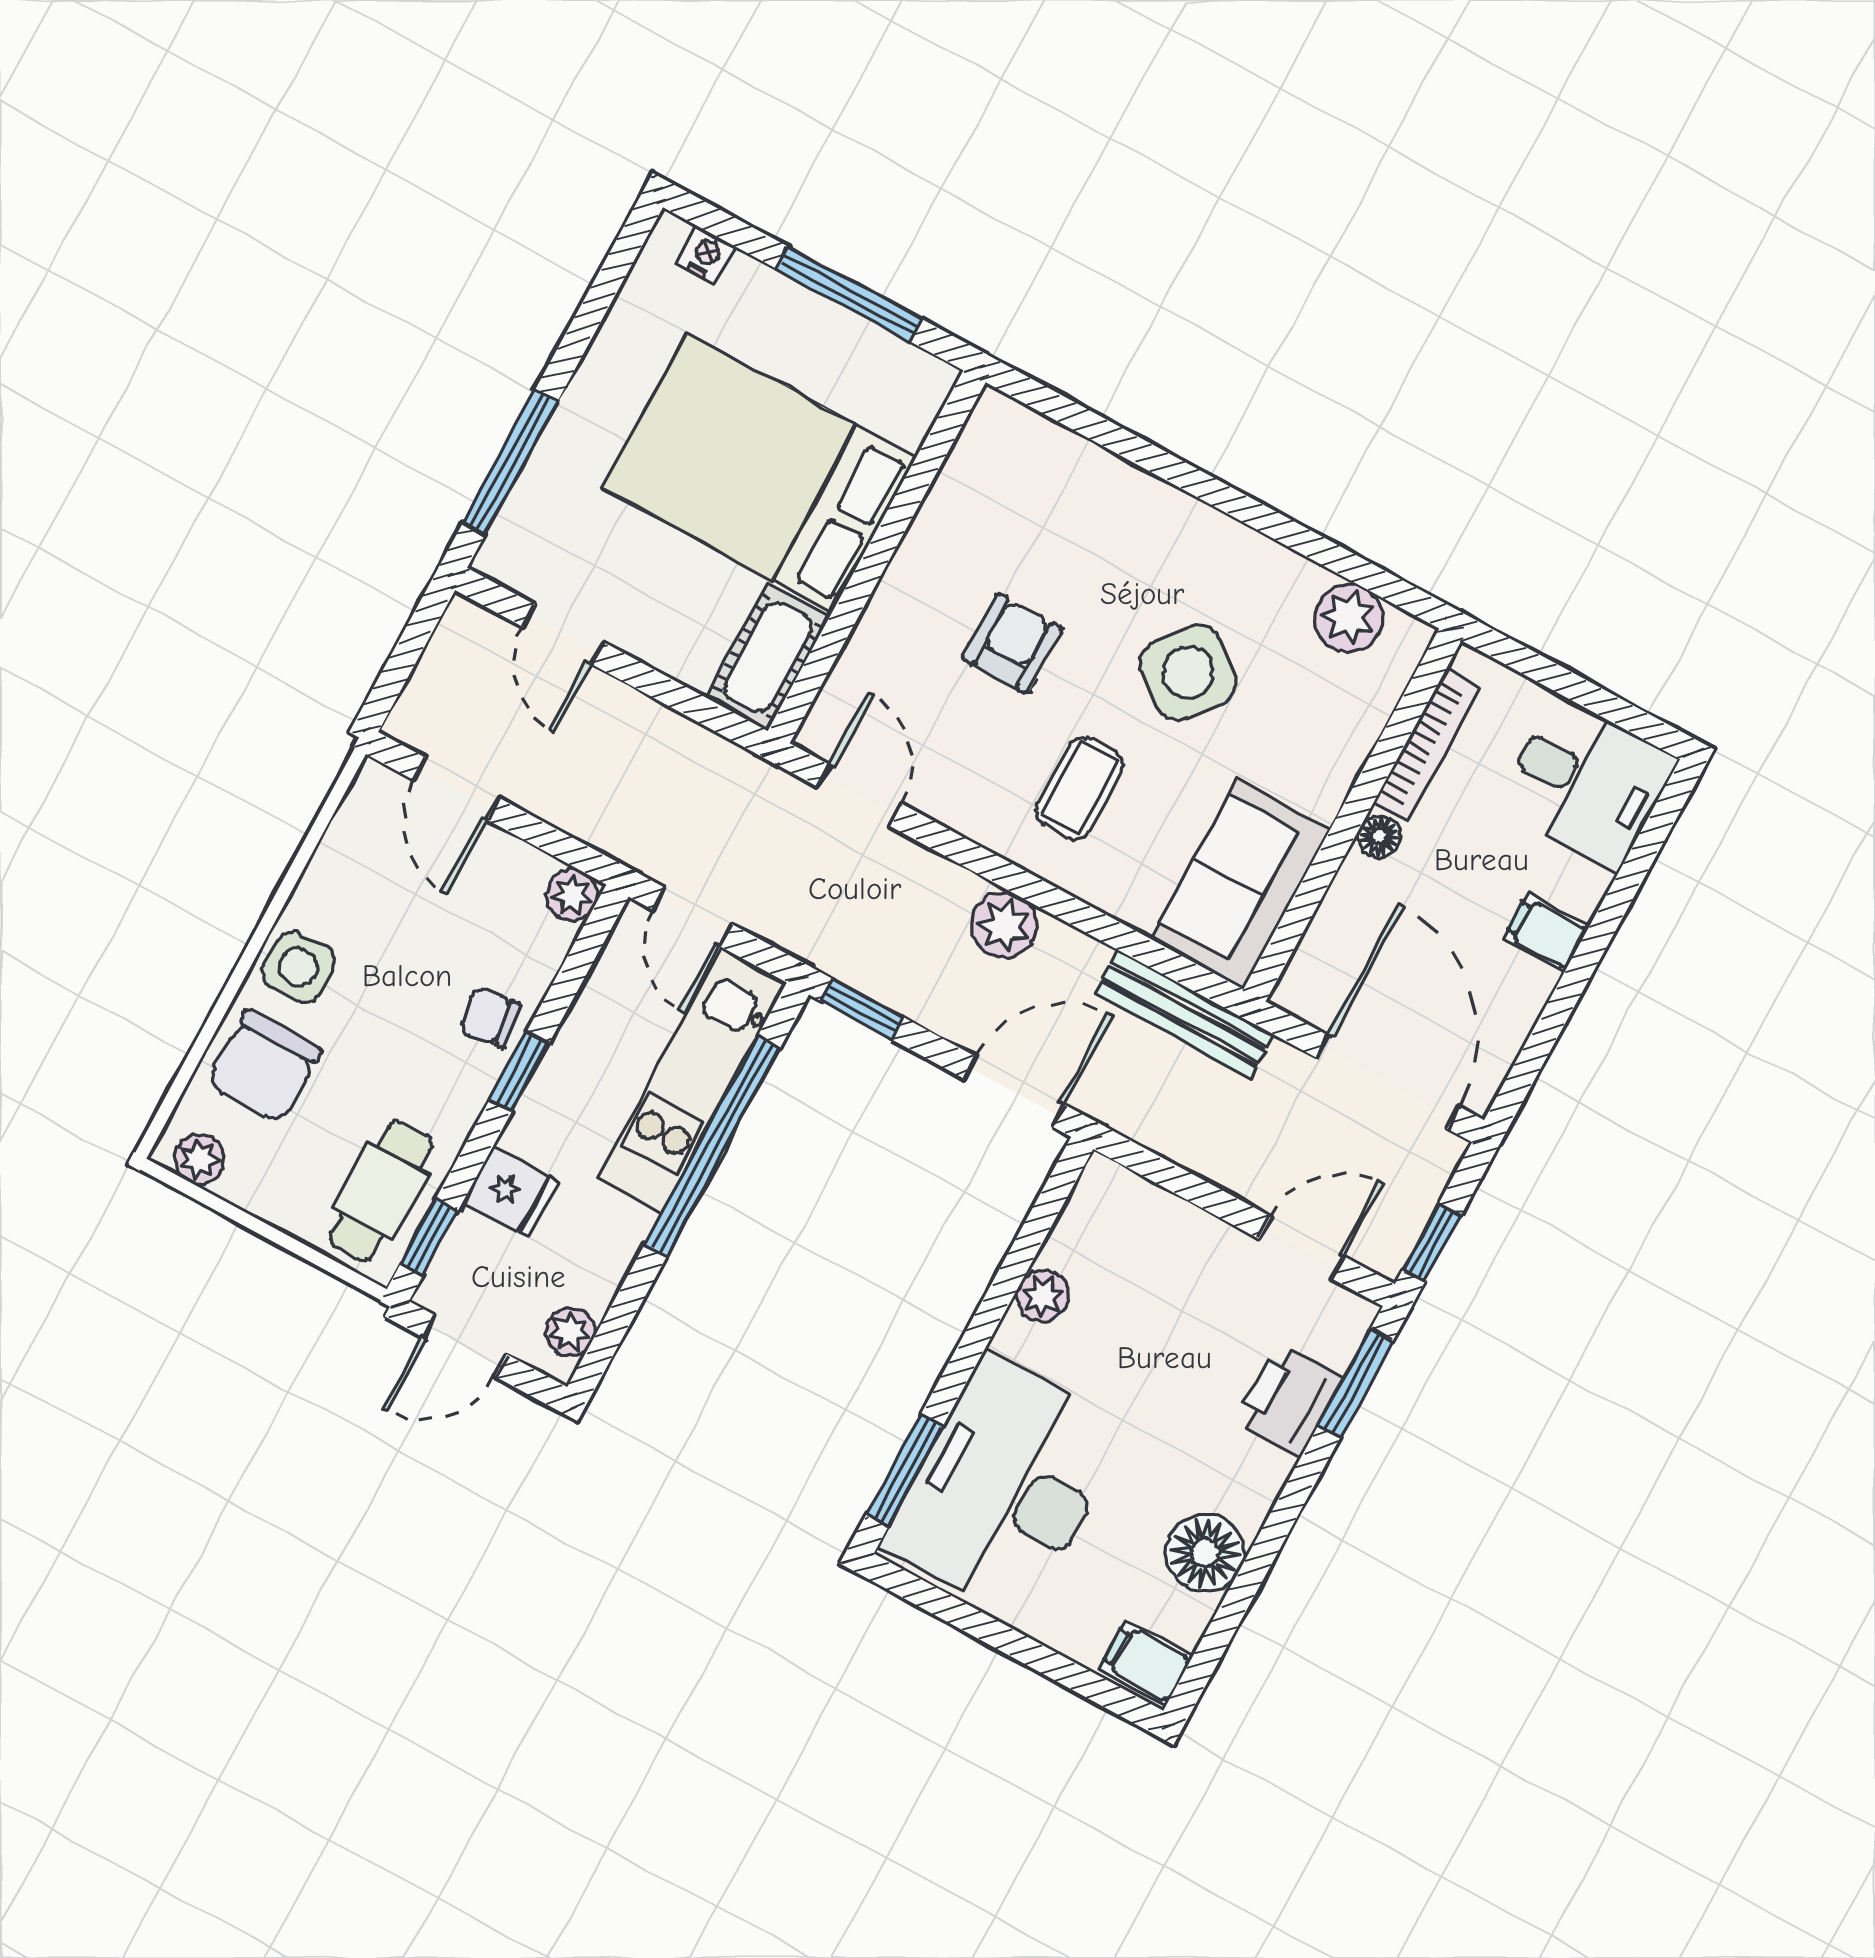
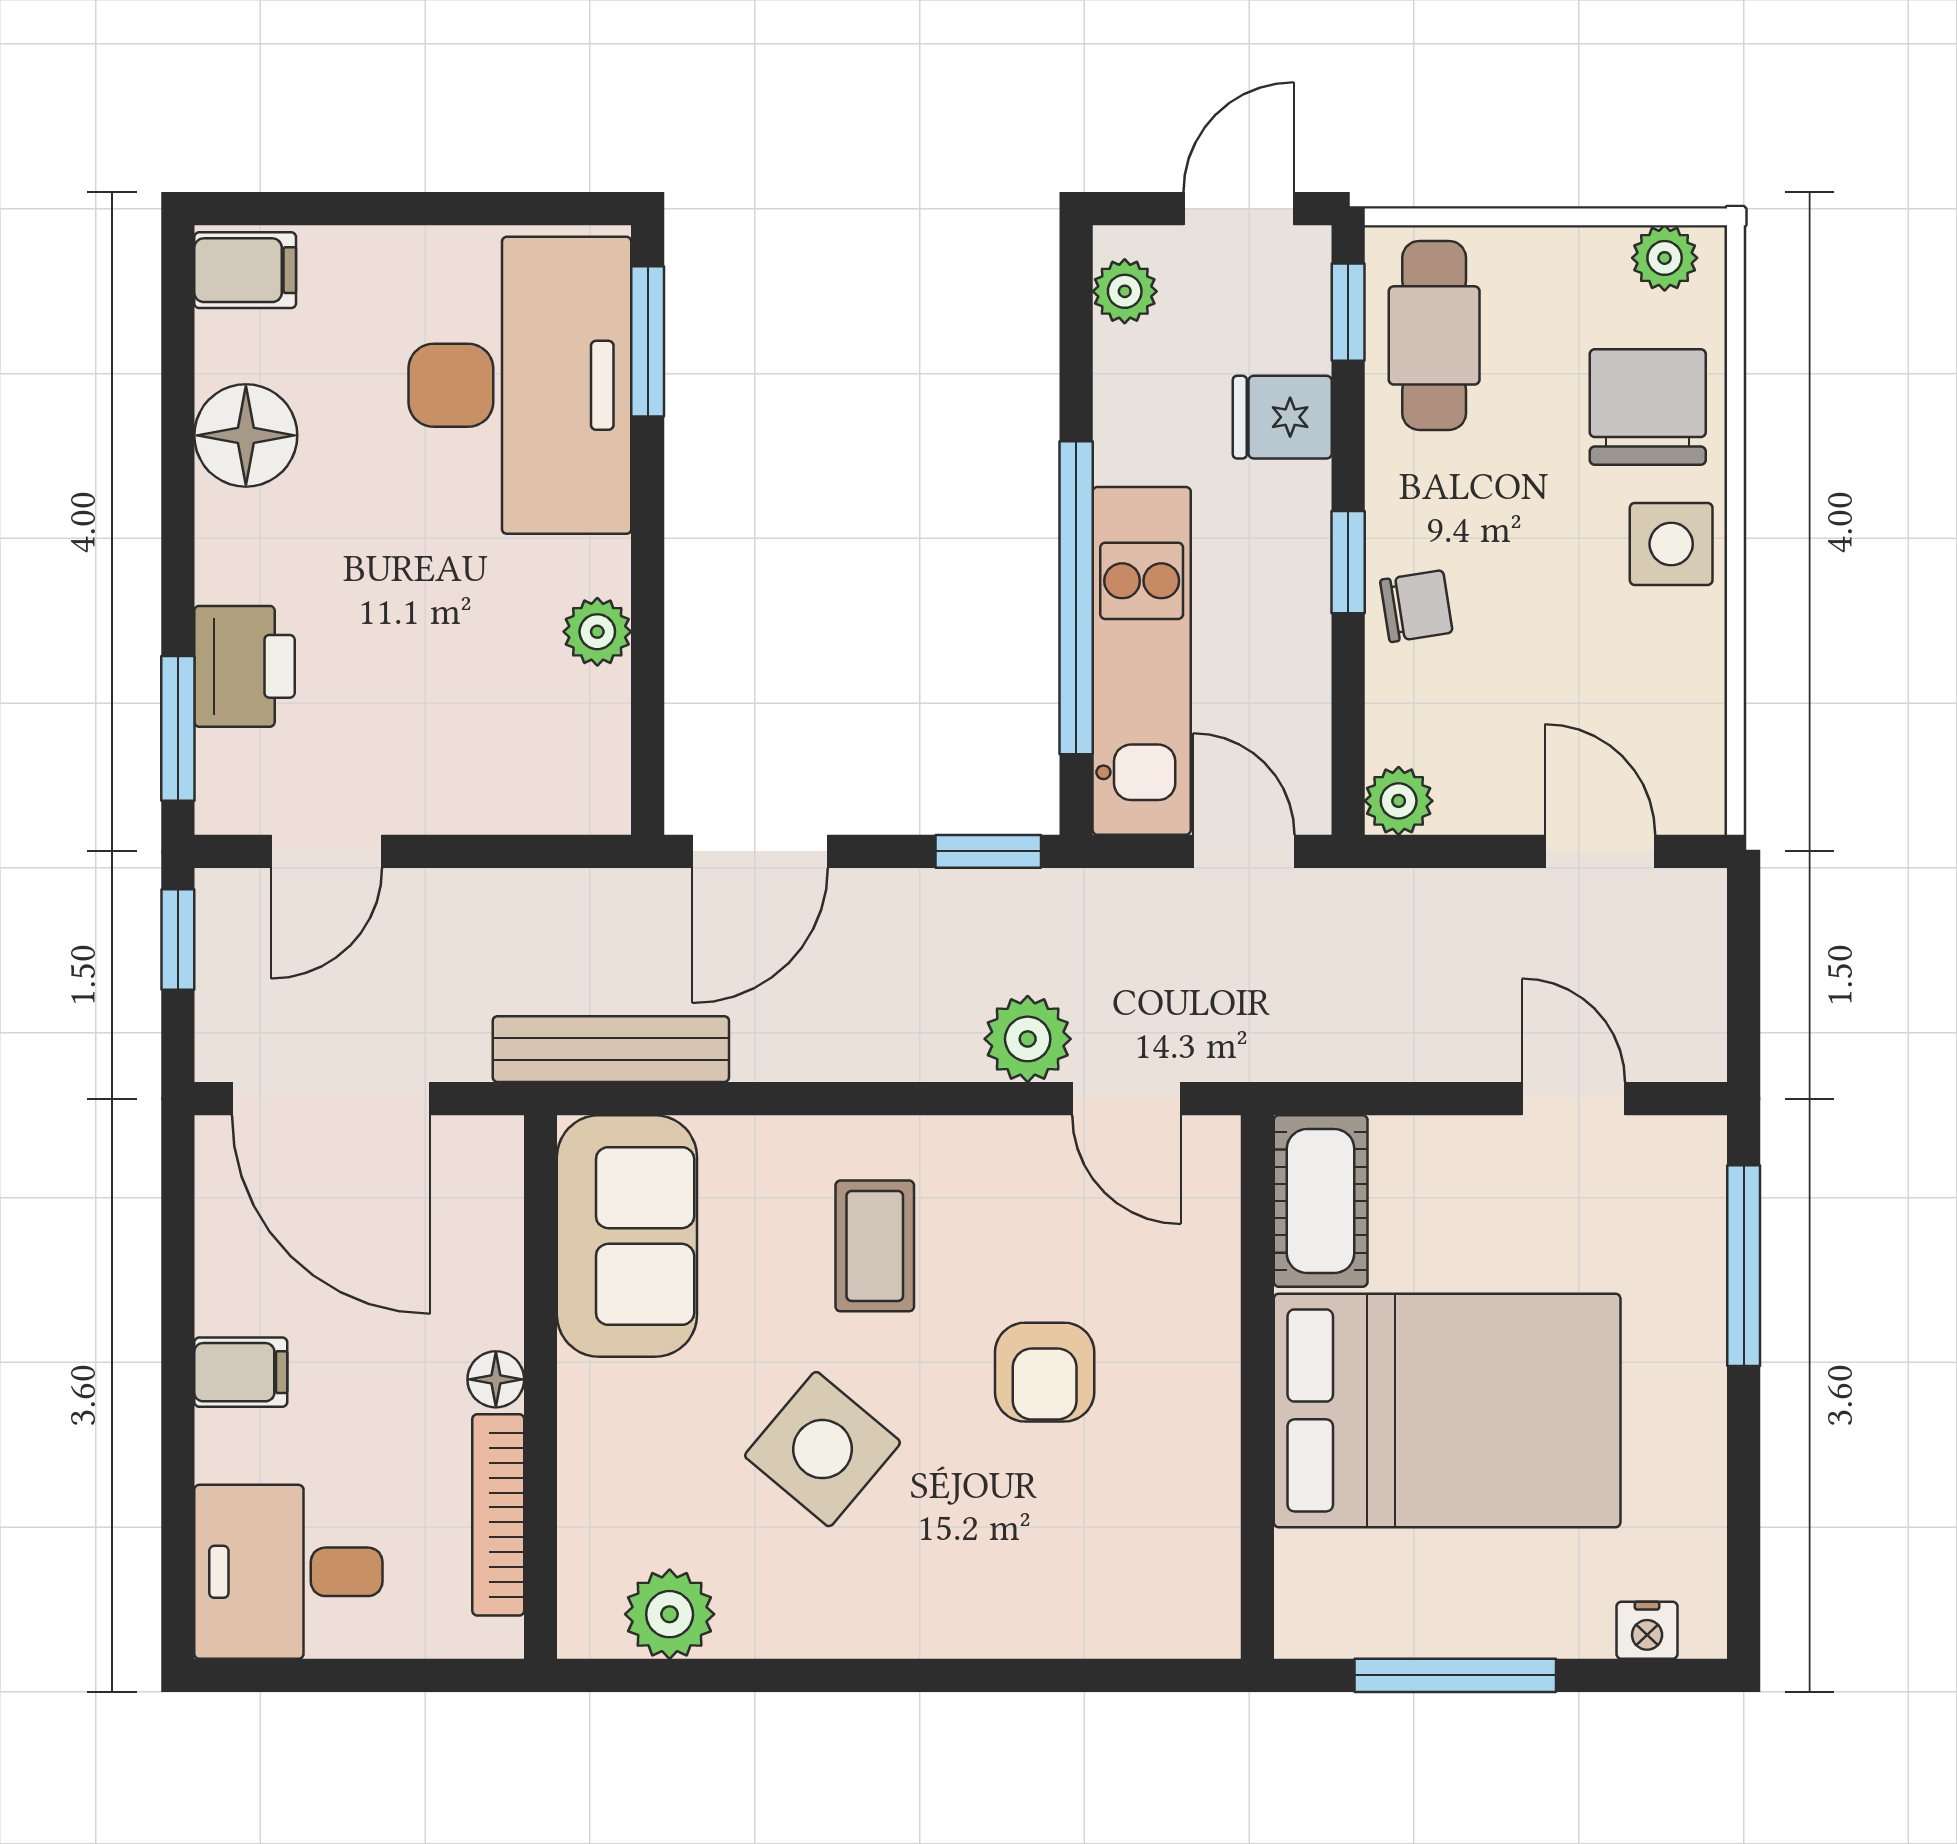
plant: (1004, 925) -> (1028, 1039), moved

